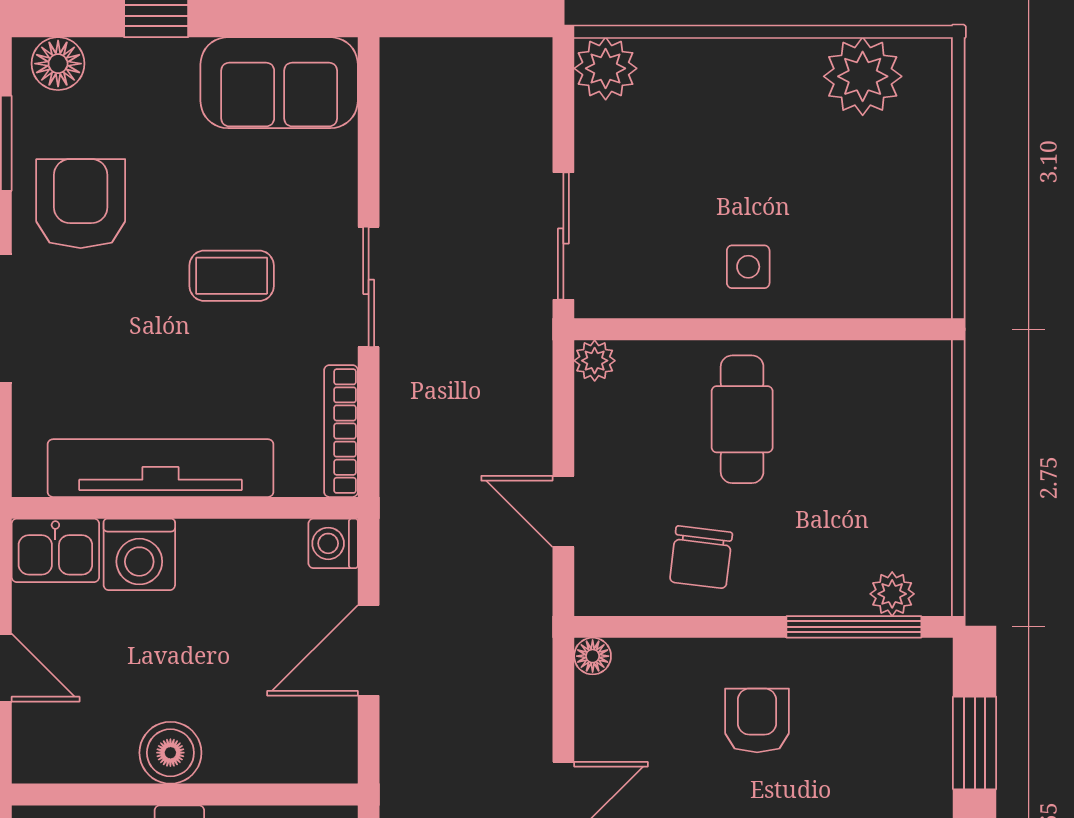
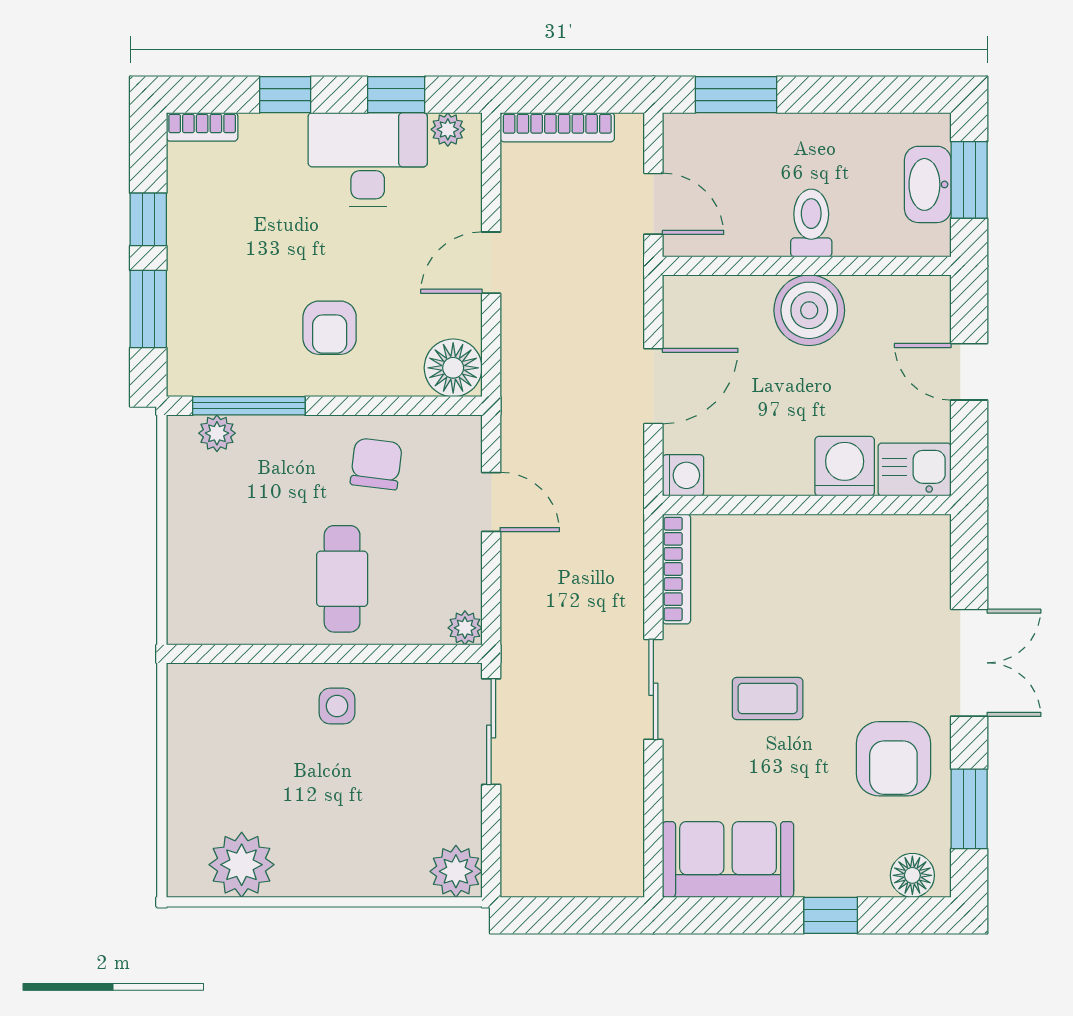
tv unit: (161, 468) -> (827, 538), removed
floor lamp: (593, 656) -> (453, 368), width x1.89, depth x1.89
boiler: (170, 753) -> (809, 310), width x1.37, depth x1.37

